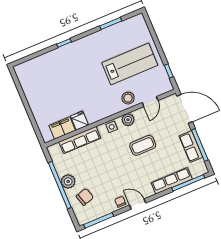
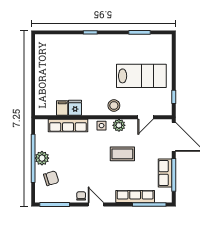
stool: (128, 98) -> (114, 105), moved
filing cabinet: (62, 128) -> (62, 108), width x0.50

